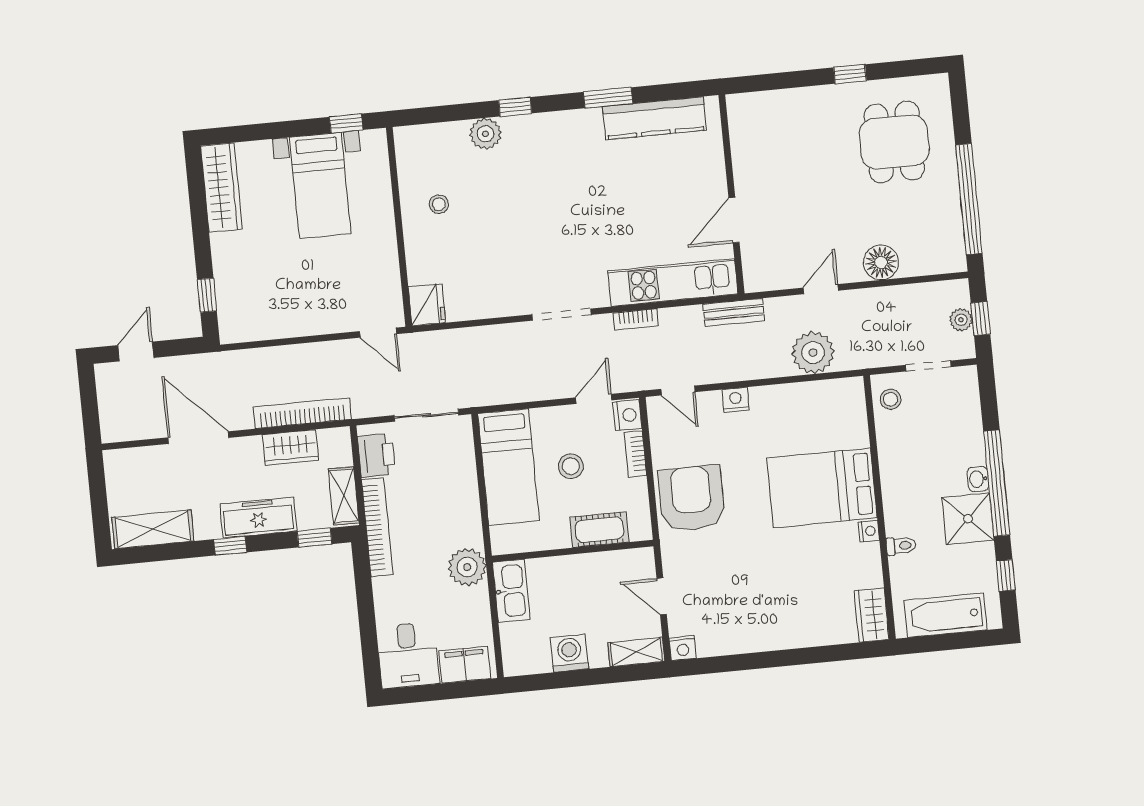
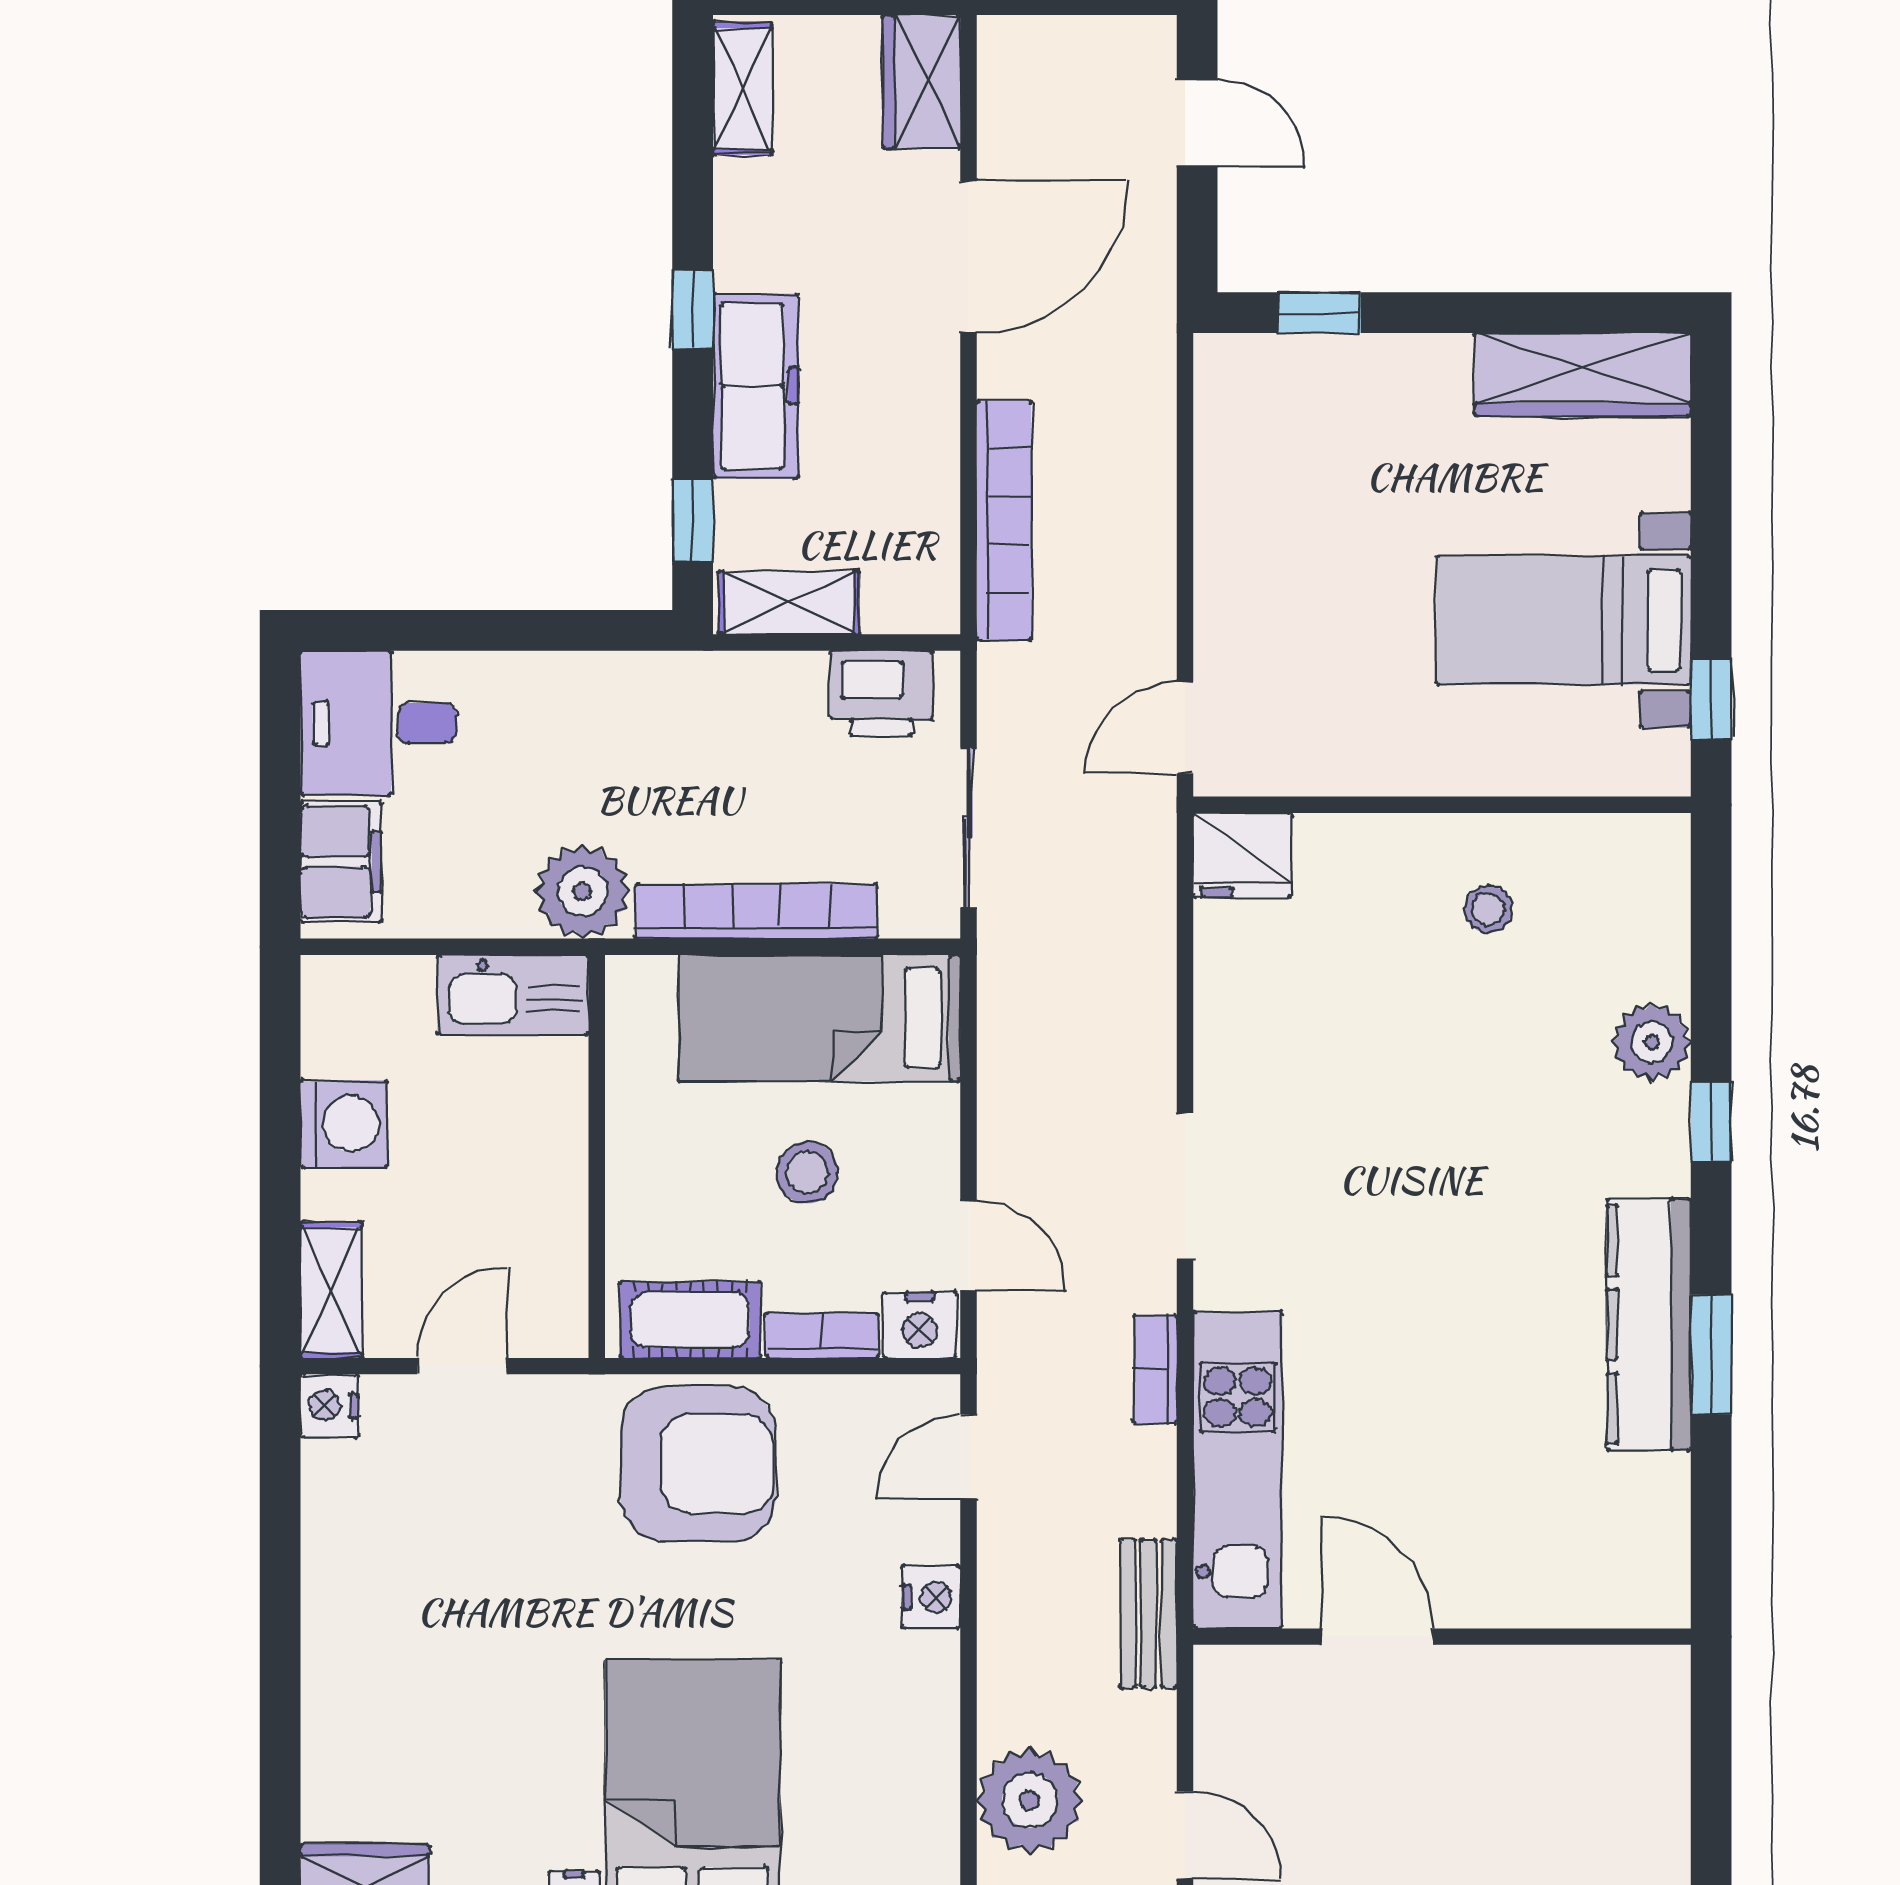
kitchen counter: (654, 118) -> (1649, 1324), moved
wardrobe: (290, 447) -> (922, 82), moved
bookcase: (377, 527) -> (757, 911), moved, turned 180
shelving: (153, 529) -> (743, 89), width x0.67, depth x0.75
cot: (599, 530) -> (690, 1320), moved, turned 90

